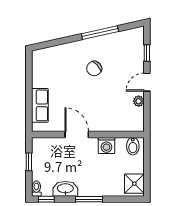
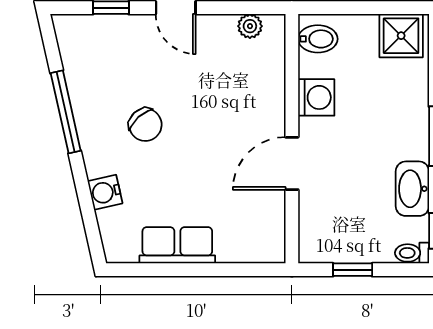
water cooler: (64, 50) -> (105, 192), added
plant: (139, 101) -> (250, 26), moved
row of seats: (40, 105) -> (177, 245), moved

